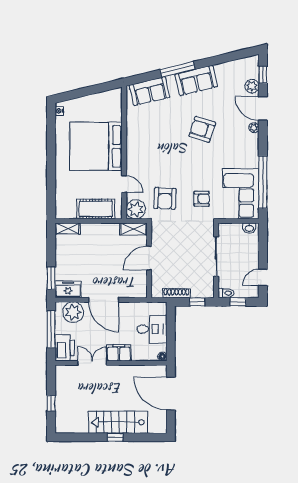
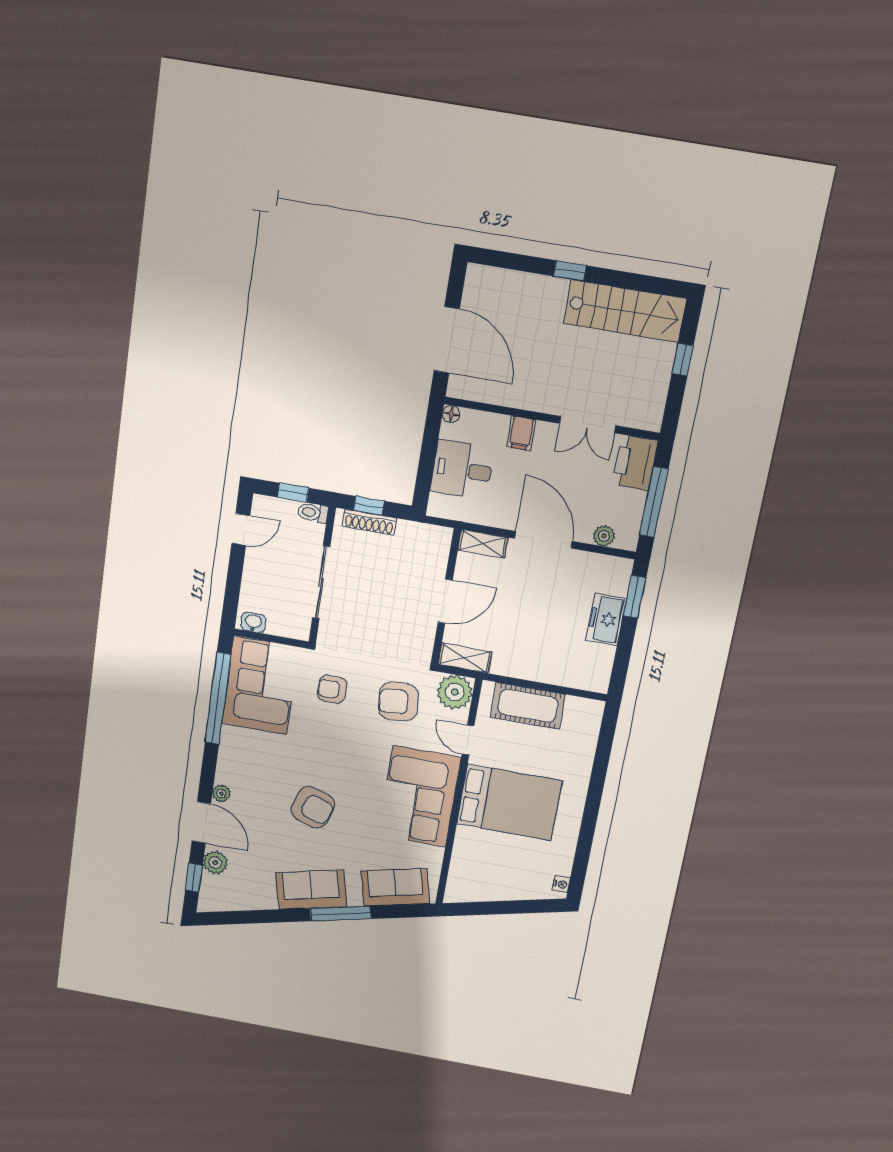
bed: (96, 146) -> (509, 802), width x0.73
corner sofa: (145, 147) -> (419, 796), added
armchair: (165, 198) -> (398, 702), turned -98
shelving: (68, 229) -> (483, 544), moved
freezer: (68, 289) -> (606, 619), moved, turned 90
shoe rack: (176, 293) -> (369, 522), moved
plant: (73, 312) -> (604, 536), width x0.53, depth x0.53
filing cabinet: (119, 353) -> (521, 433), width x0.50
stairs: (118, 422) -> (625, 311), moved

